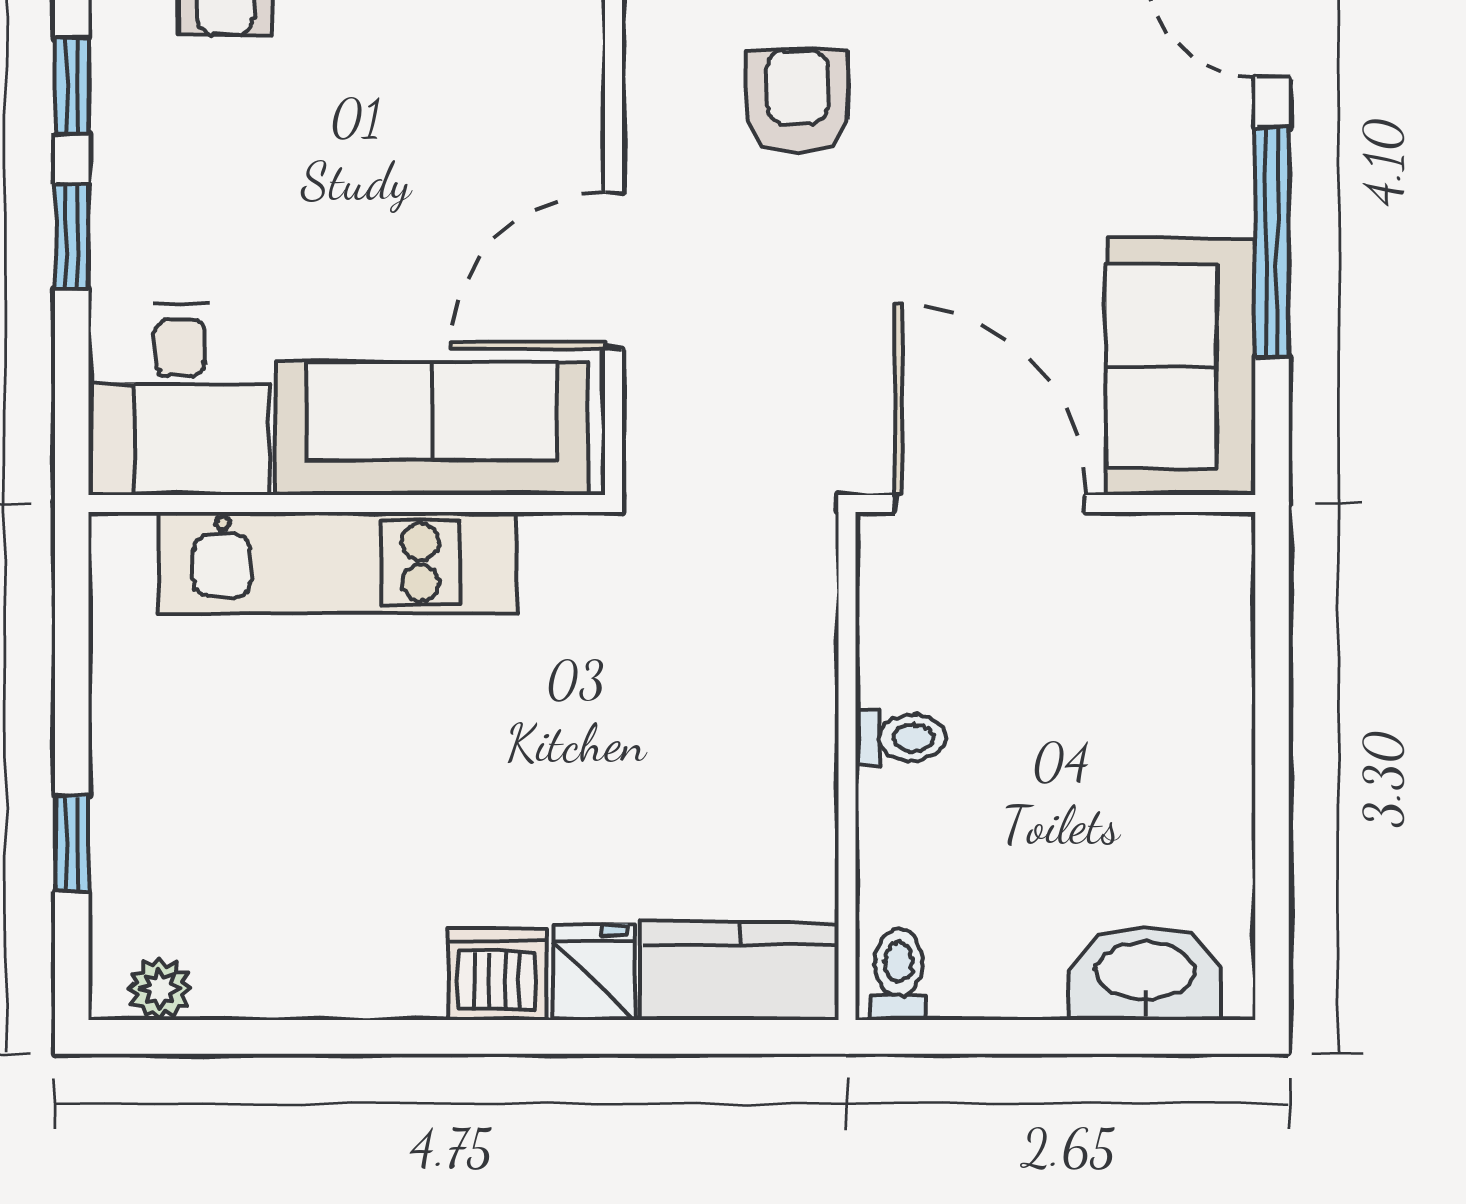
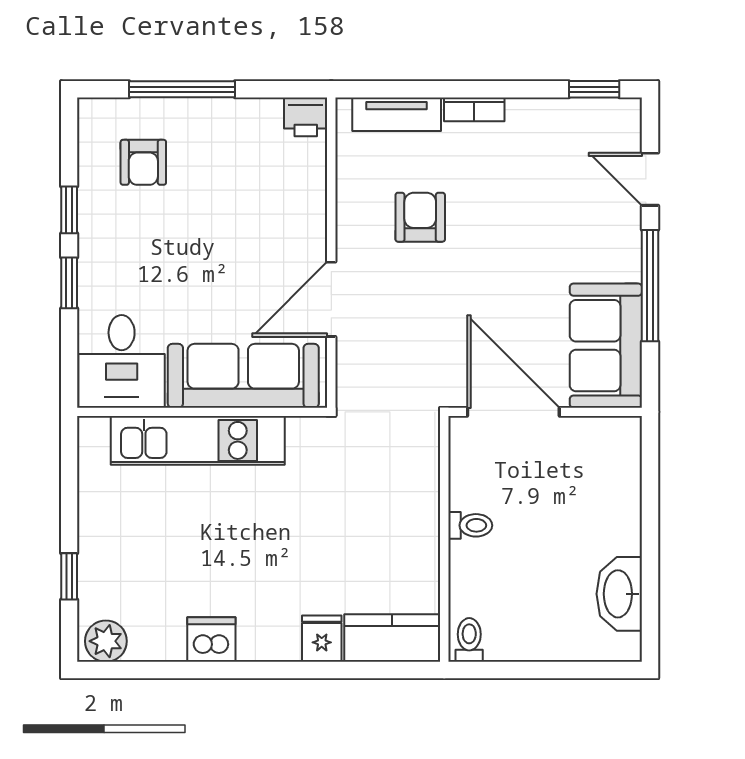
washbasin: (1145, 973) -> (619, 594), moved, turned -90
dishwasher: (497, 974) -> (211, 640), moved
plant: (160, 989) -> (106, 641), width x1.38, depth x1.38

